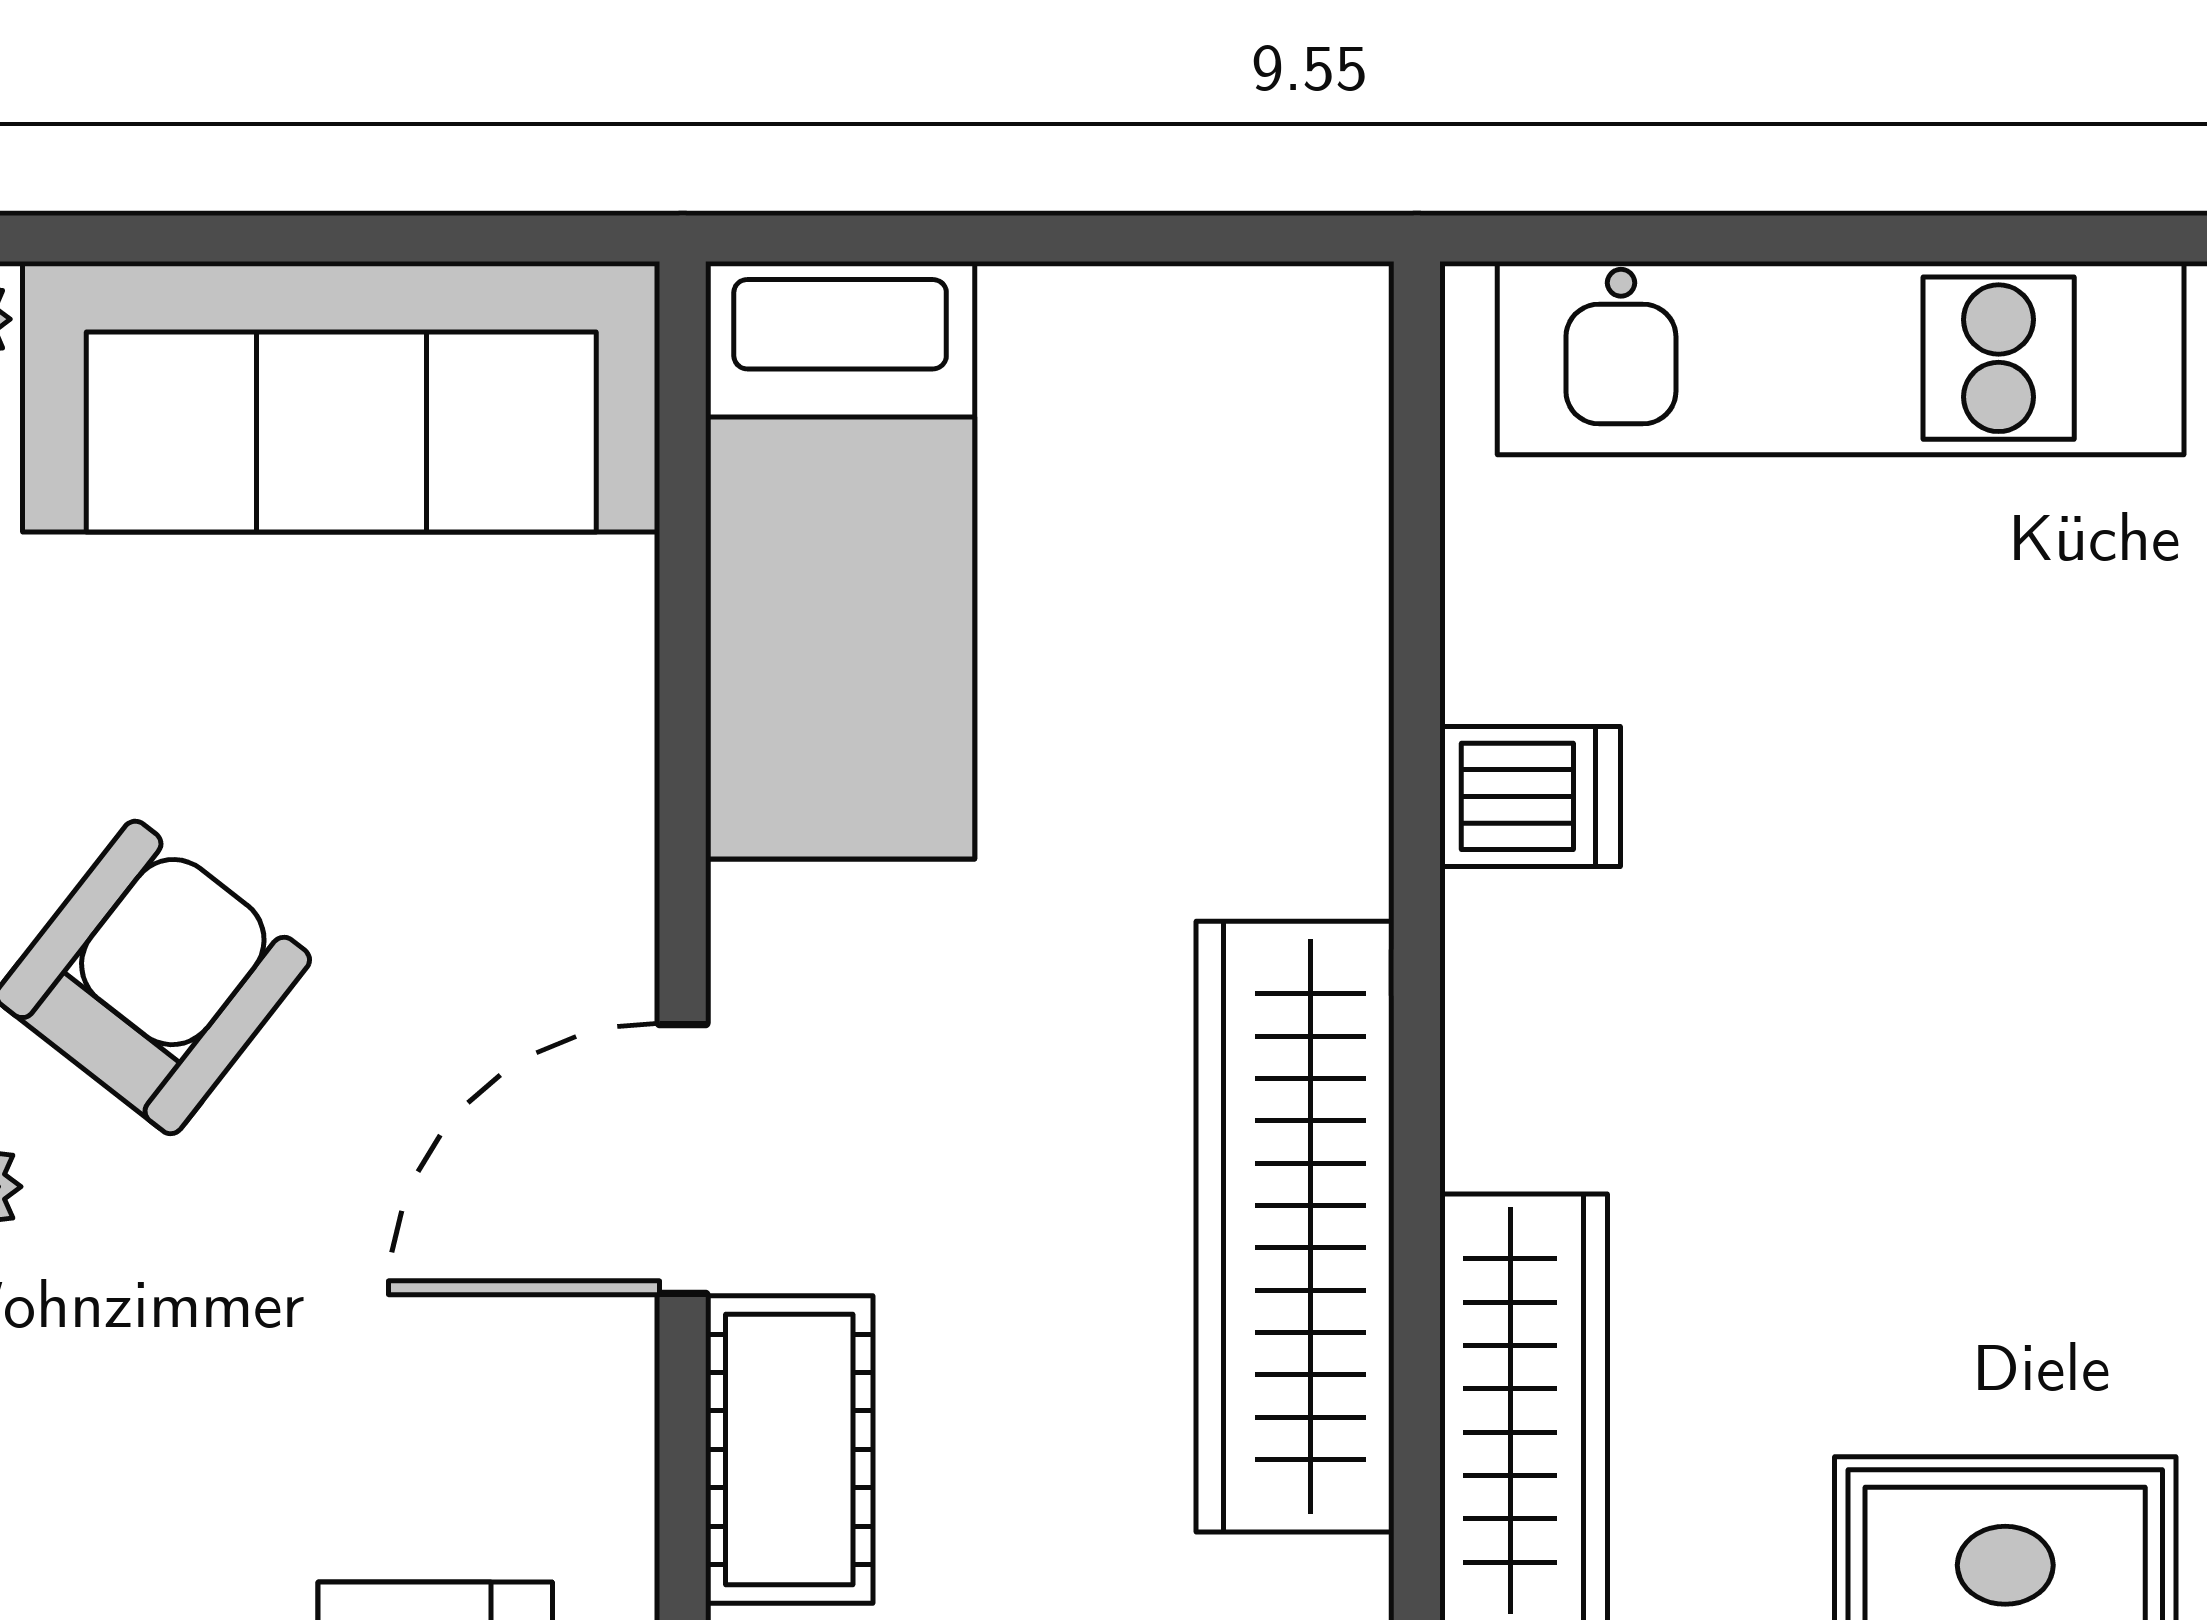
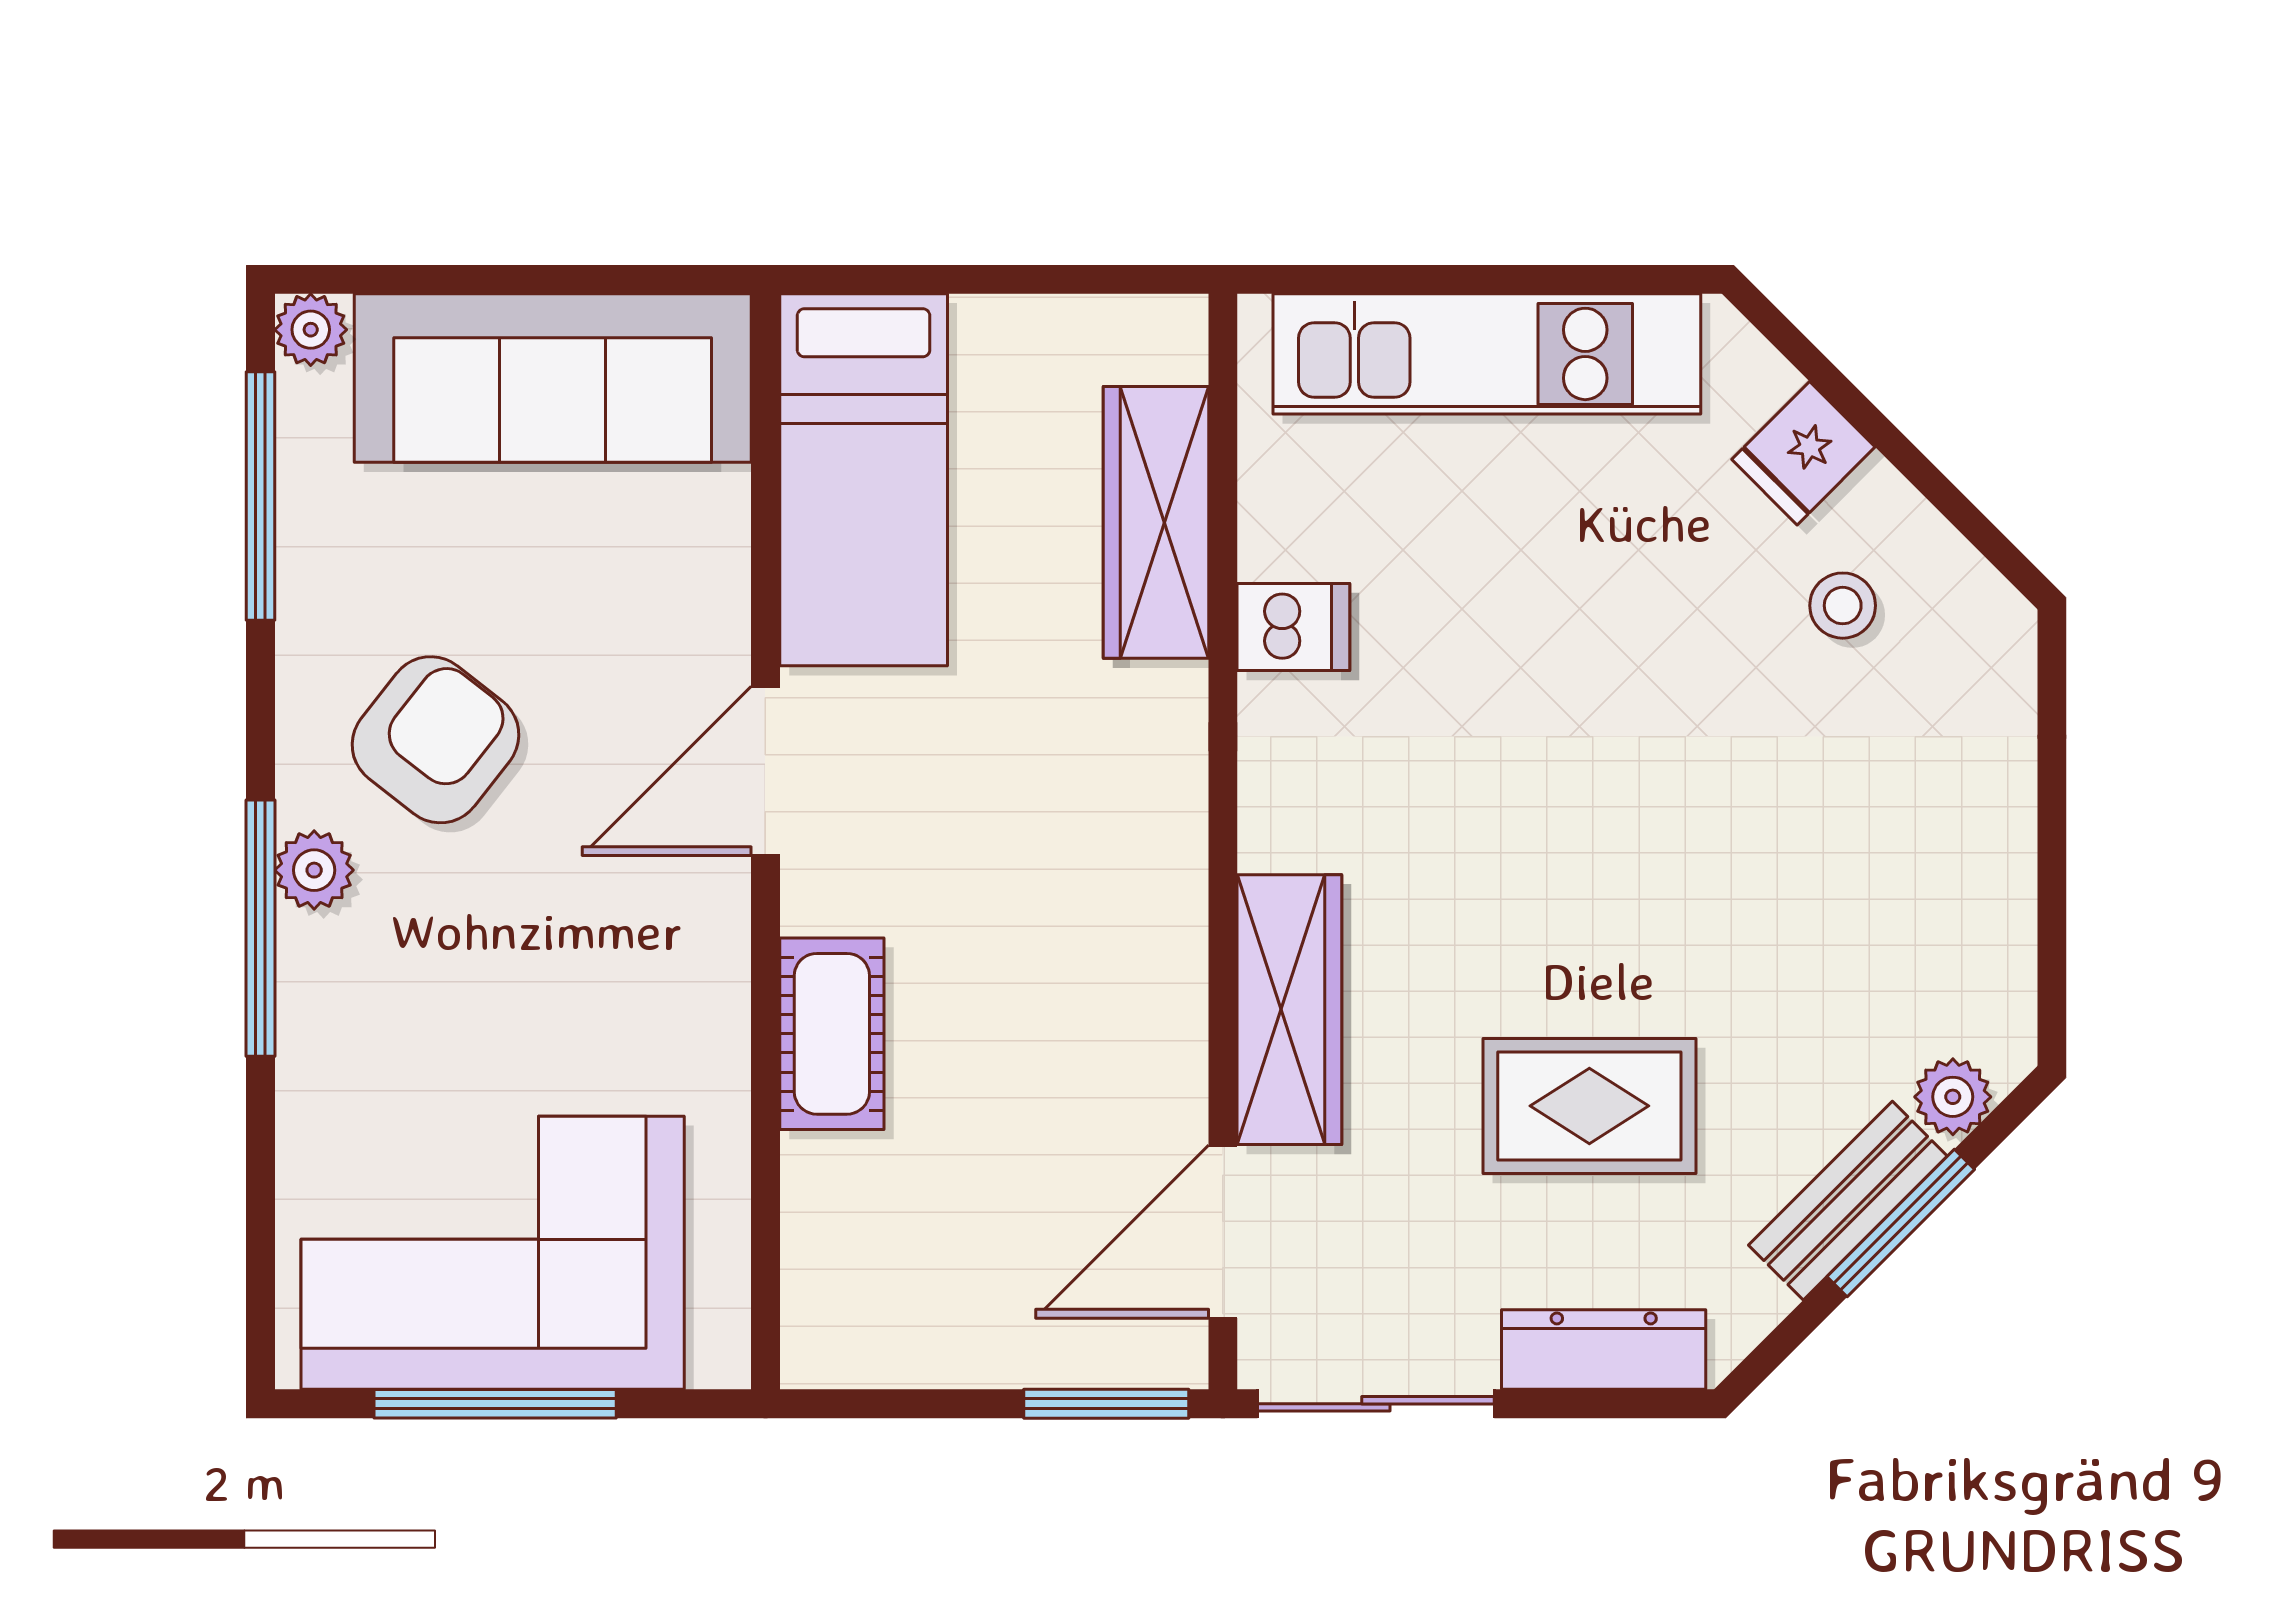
door: (683, 1159) -> (765, 771), moved
wardrobe: (1295, 1227) -> (1156, 522), moved, width x0.71, depth x0.85

